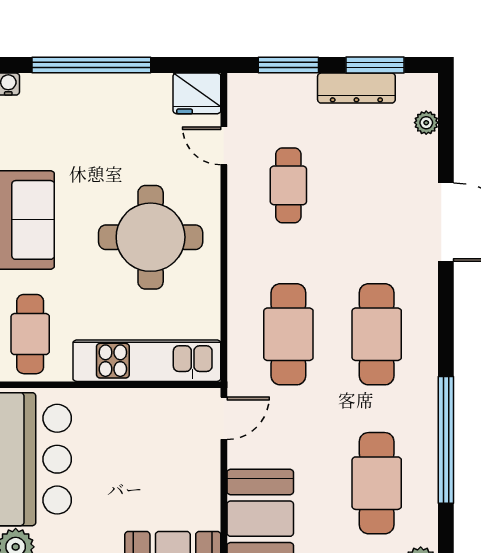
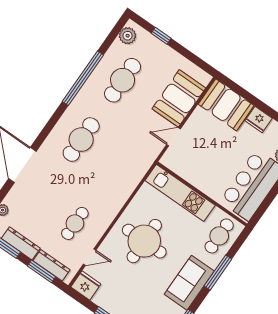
dresser: (279, 87) -> (52, 265), added
door: (224, 146) -> (90, 257), hinge flipped
cafe table: (288, 334) -> (116, 164), removed
door: (224, 418) -> (174, 137), moved

